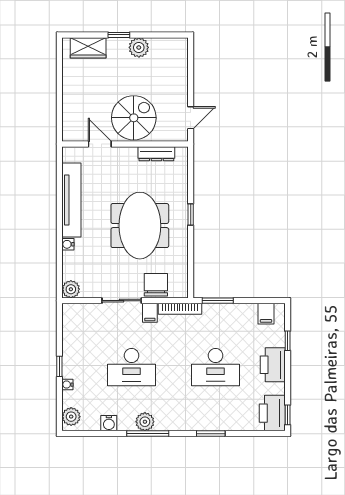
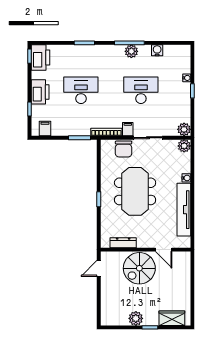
plant: (71, 417) -> (184, 129), moved

